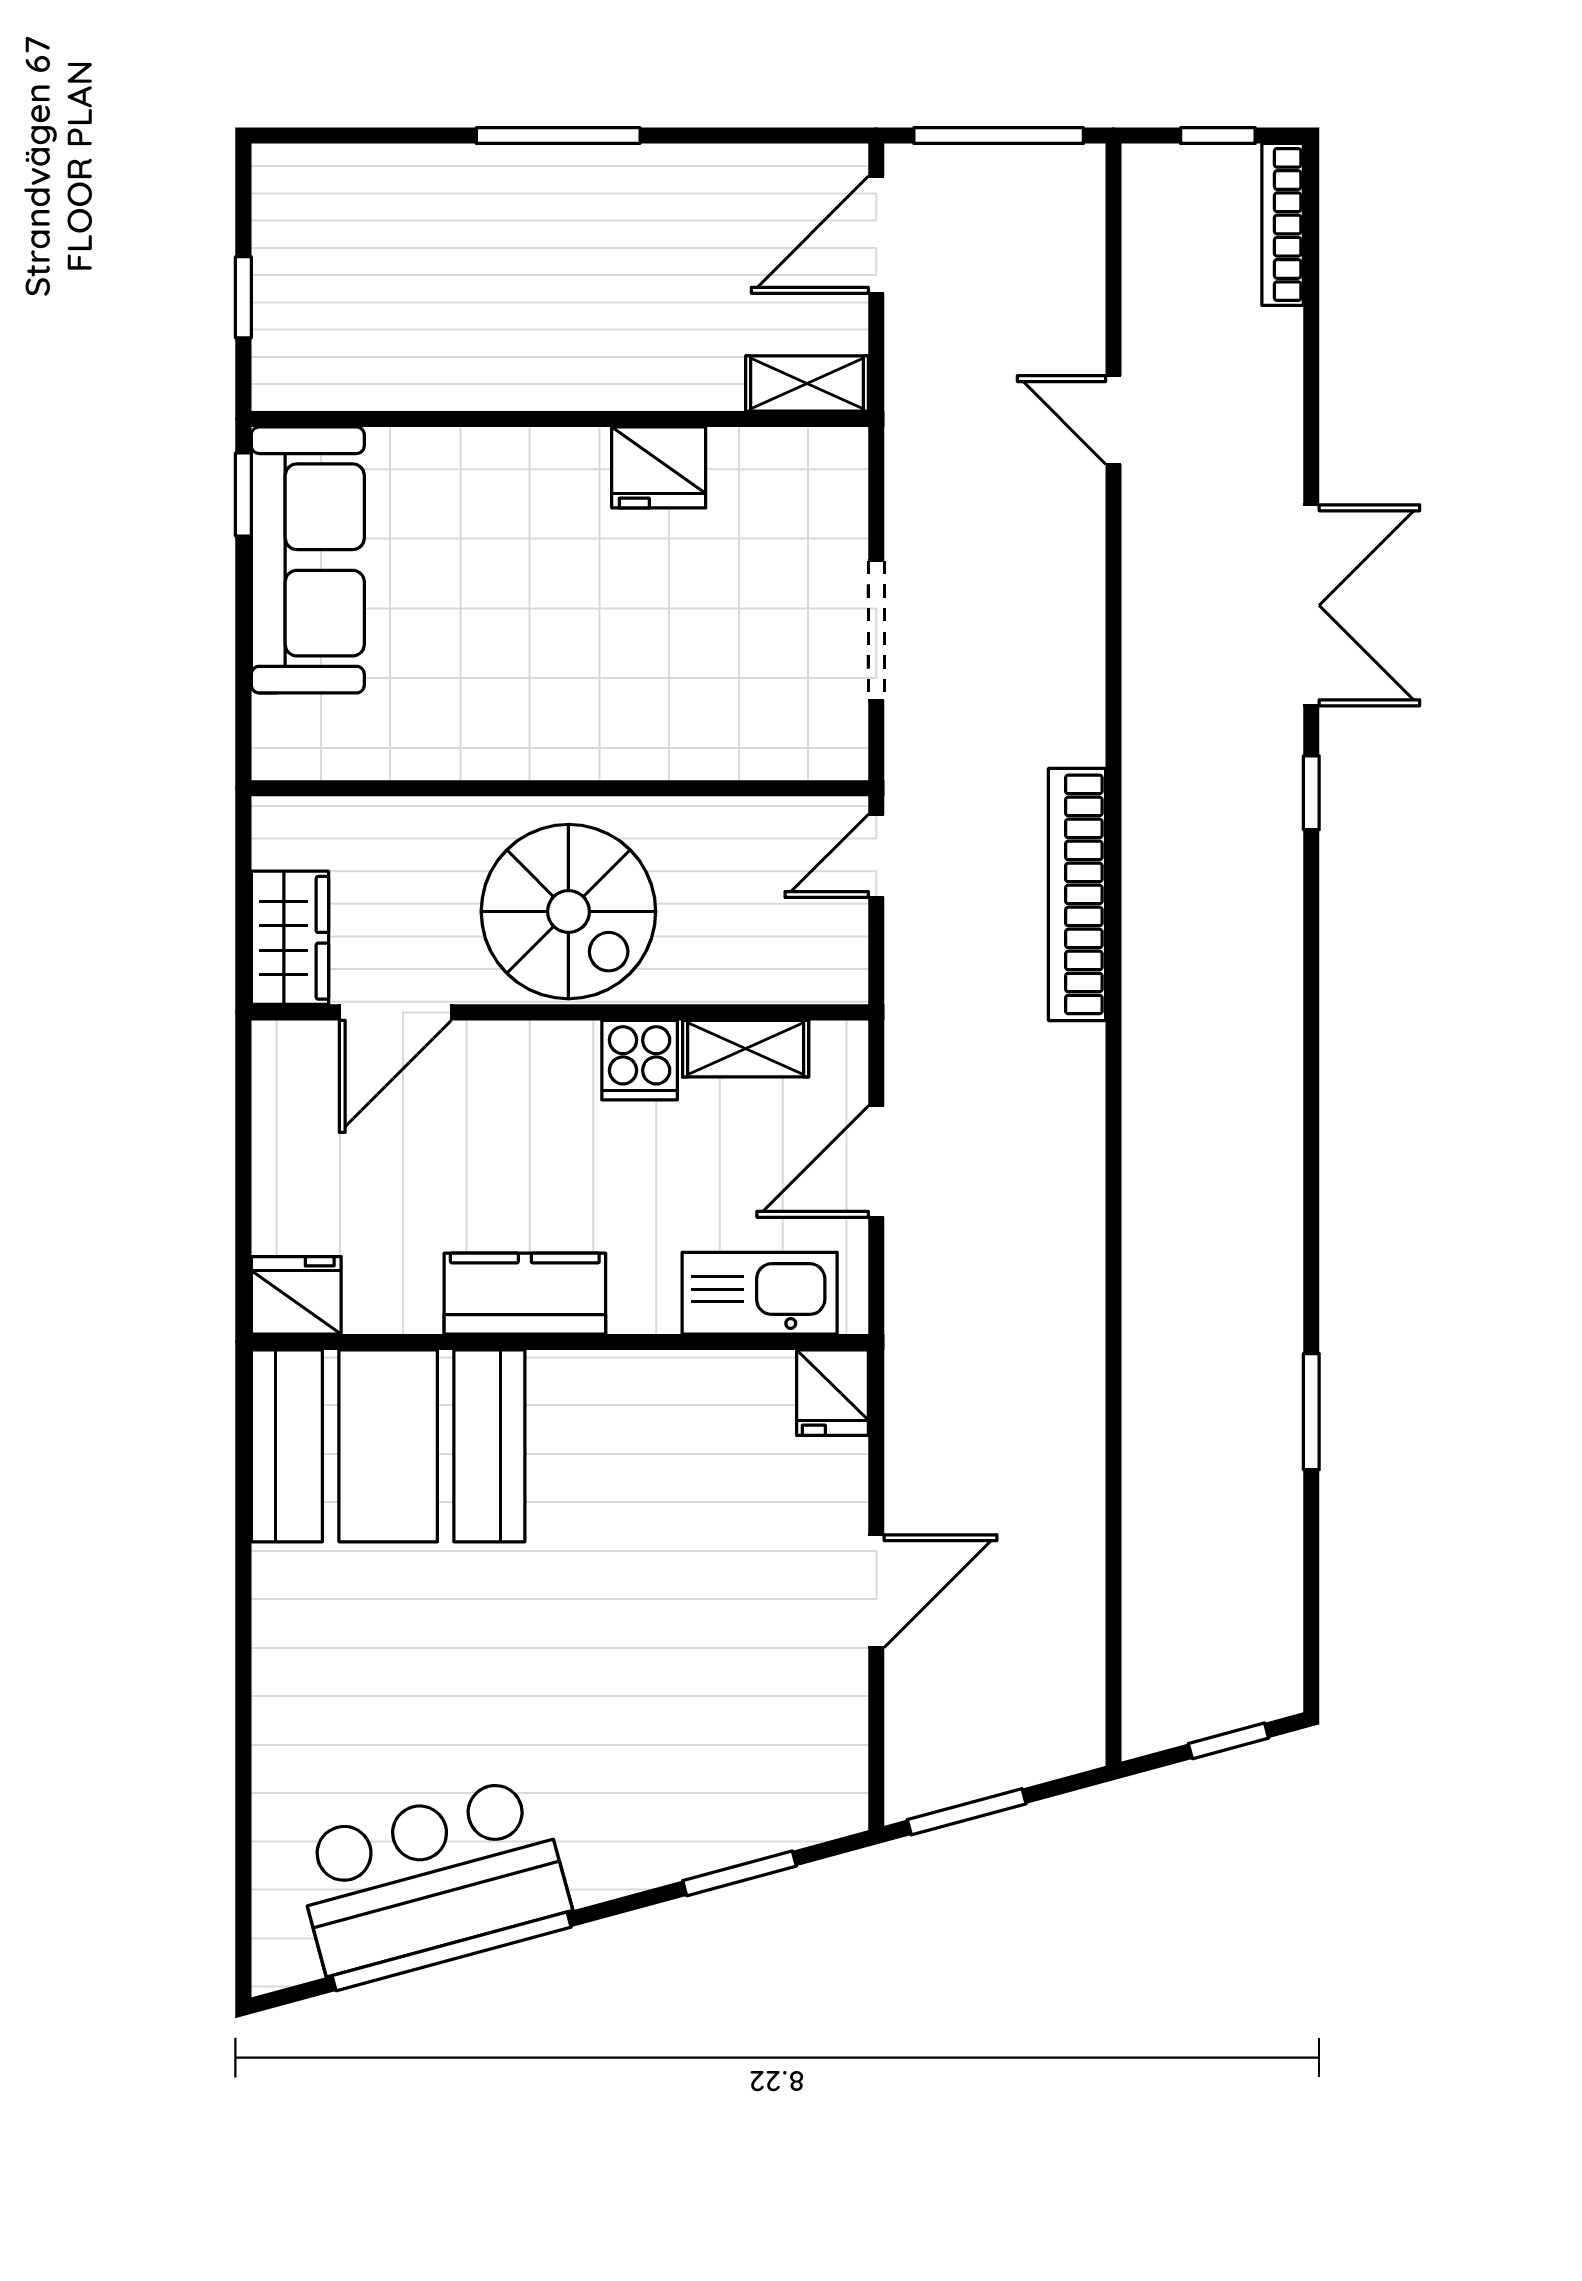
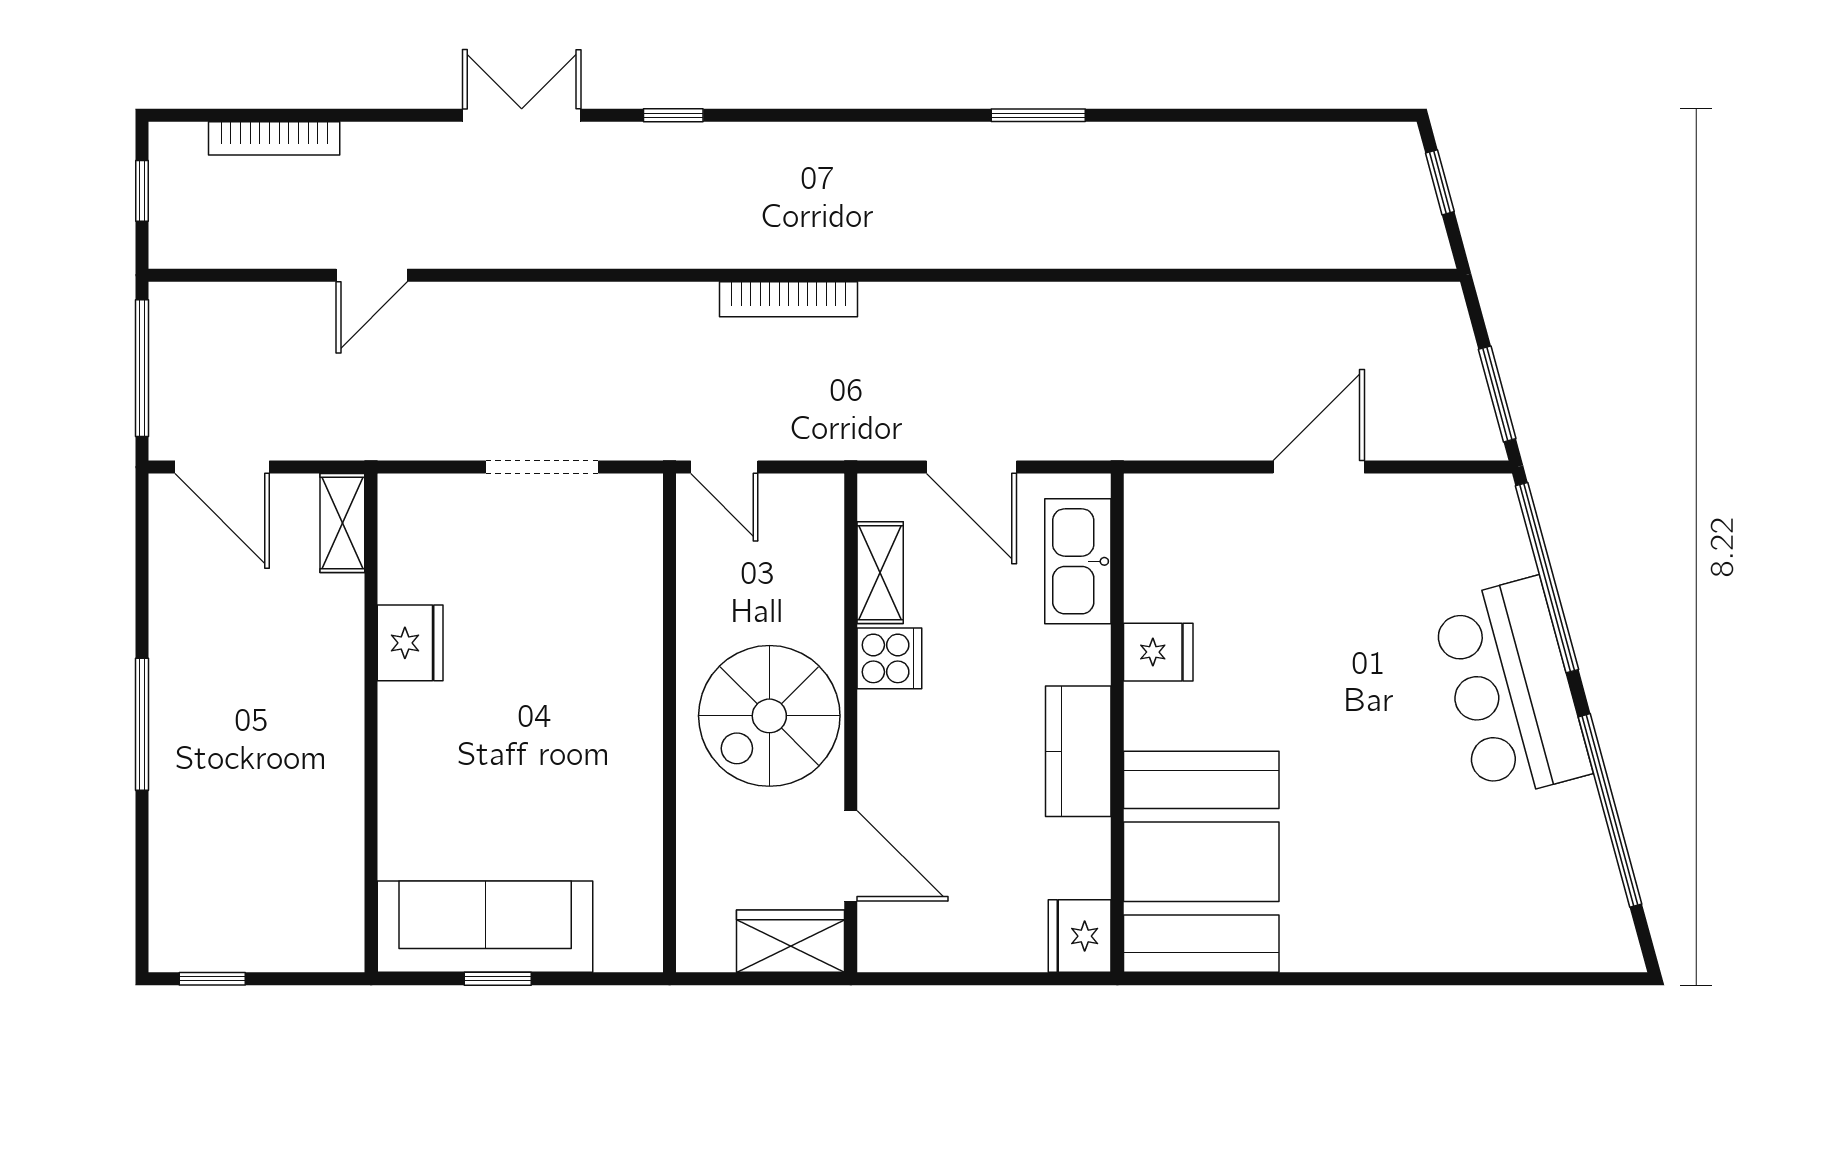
bookcase: (1283, 224) -> (274, 138), moved
window: (243, 297) -> (212, 979), moved
window: (243, 494) -> (498, 979), moved
double door: (1311, 605) -> (522, 115), width x0.73
bookcase: (1077, 894) -> (789, 299), width x0.68, depth x0.76
spiral stairs: (568, 912) -> (769, 716), turned 180
fridge: (832, 1393) -> (1158, 652), moved
window: (1311, 1412) -> (1038, 115), moved
door: (876, 1591) -> (1319, 467), hinge flipped
window: (740, 1873) -> (1547, 578), width x2.11
bar counter: (431, 1875) -> (1511, 689), moved

